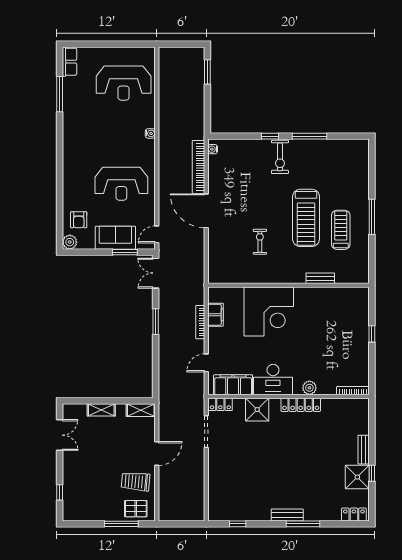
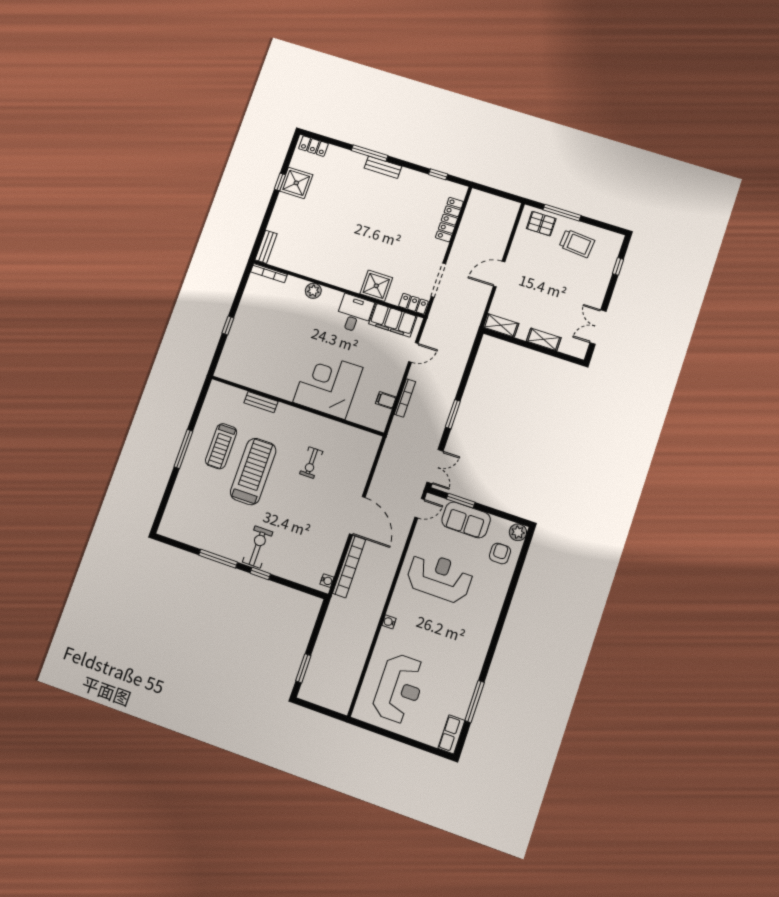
reception desk: (124, 83) -> (399, 689), turned 90
filing cabinet: (216, 315) -> (386, 400), width x0.50
desk: (273, 379) -> (354, 314), width x0.73
locker: (301, 405) -> (449, 220), moved, turned -90
bench: (364, 450) -> (266, 247), moved
trolley: (136, 482) -> (577, 243), moved

